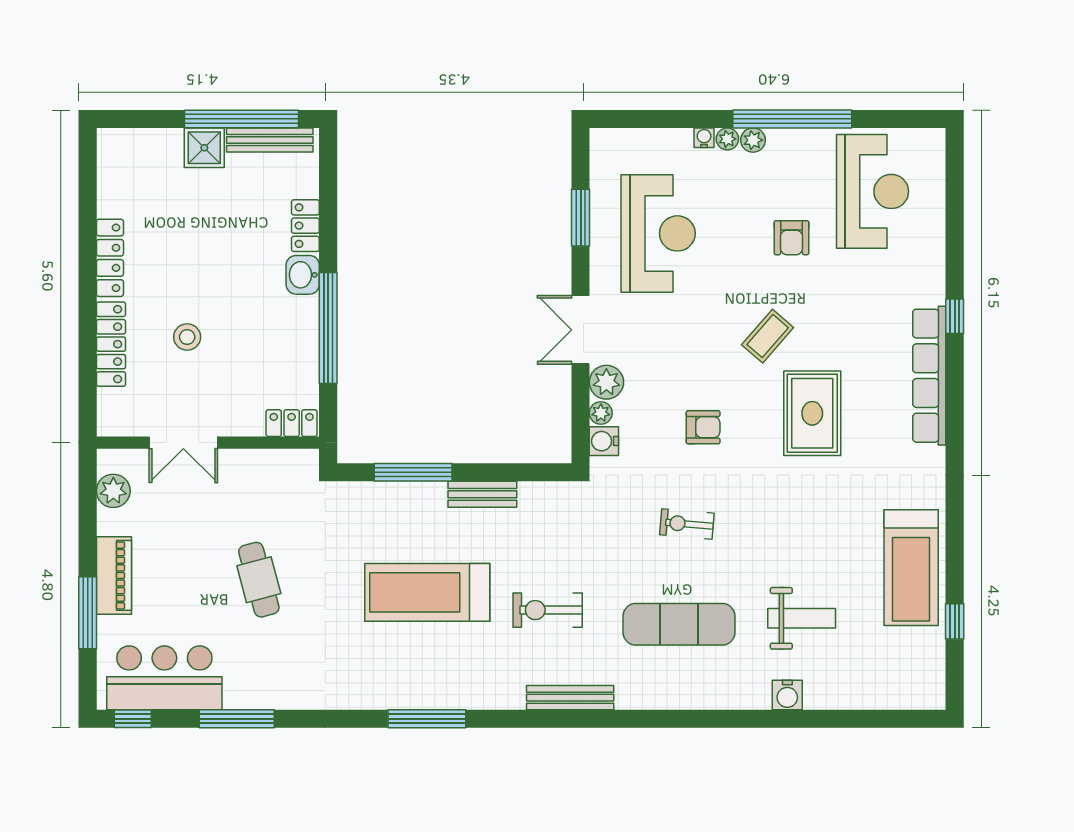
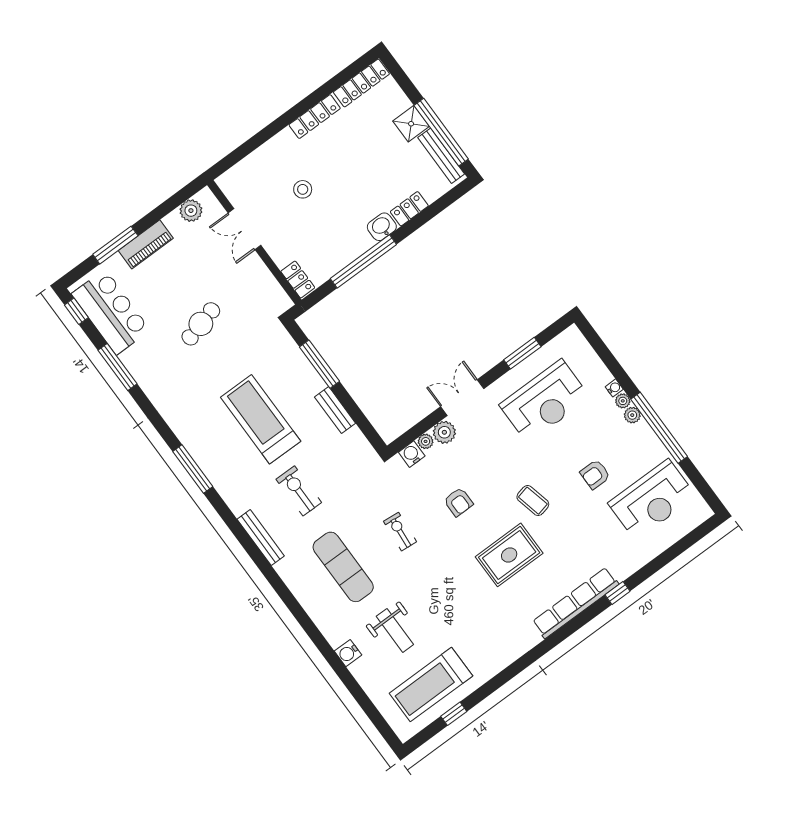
coffee table: (768, 336) -> (533, 501), turned 36
locker: (111, 344) -> (361, 83), moved
treadmill: (911, 568) -> (431, 685), moved

